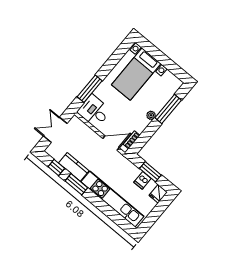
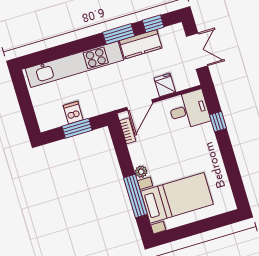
bed with nightstands: (136, 74) -> (177, 198), moved, turned 90
window: (90, 89) -> (218, 122), width x0.46
fridge: (158, 194) -> (165, 85), moved

